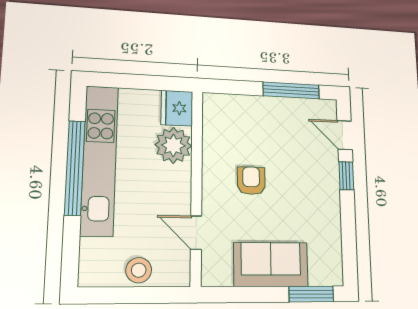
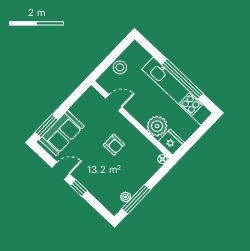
floor lamp: (210, 100) -> (162, 159), added
plant: (301, 106) -> (126, 197), added
door: (345, 135) -> (61, 171), moved
sofa: (271, 264) -> (62, 133), moved

